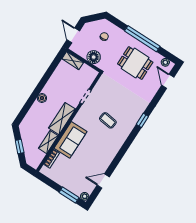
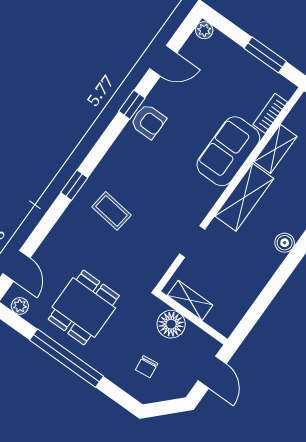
shelving: (73, 61) -> (190, 300), moved
dining table: (135, 63) -> (84, 307), turned 90
coffee table: (108, 120) -> (111, 211), moved
armchair: (109, 152) -> (148, 121), added
window: (117, 160) -> (132, 105), added
window: (69, 195) -> (265, 55), moved

